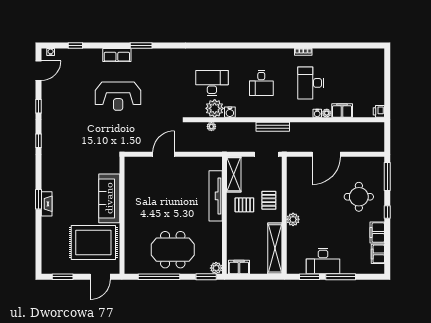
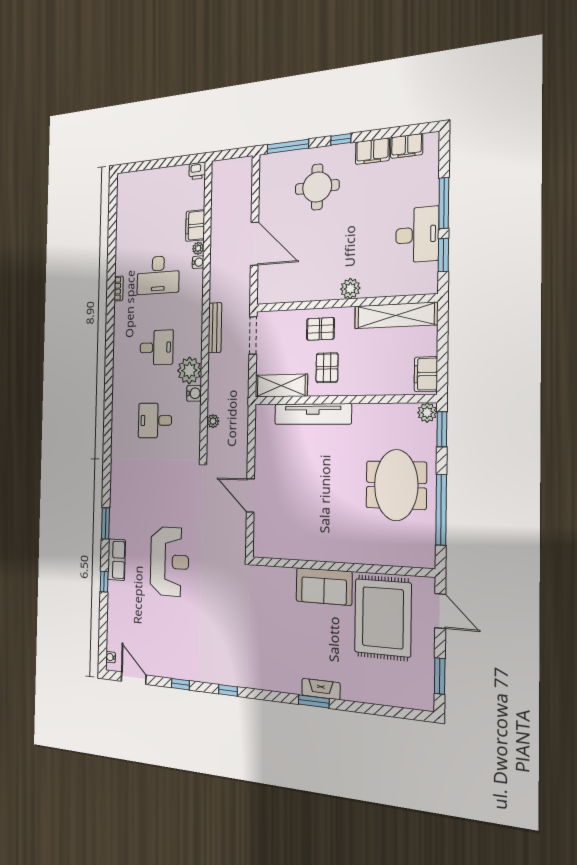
window: (75, 46) -> (104, 582), moved
desk: (212, 83) -> (155, 420), width x0.73
plant: (215, 108) -> (189, 370), moved
sofa: (109, 198) -> (324, 586), width x0.73

